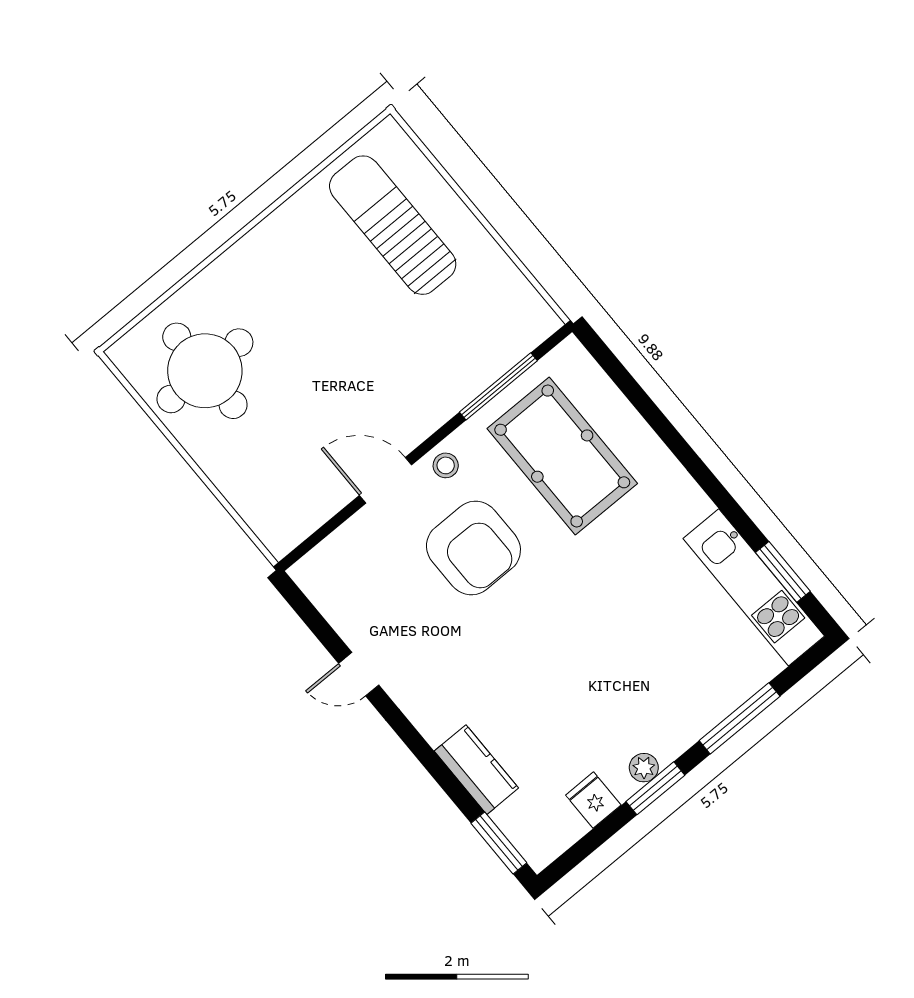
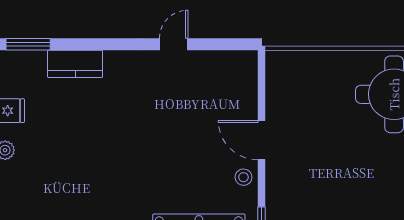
door: (386, 480) -> (262, 140), swing flipped
armchair: (473, 548) -> (190, 156), removed

